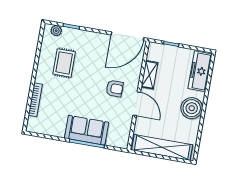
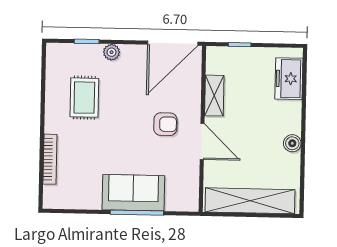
plant: (56, 31) -> (112, 52), moved
freezer: (200, 71) -> (289, 79), width x0.71
boiler: (192, 108) -> (292, 143), width x0.54, depth x0.54

